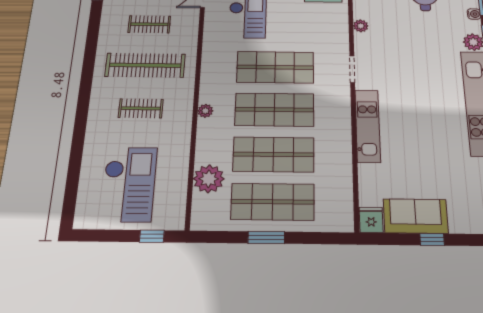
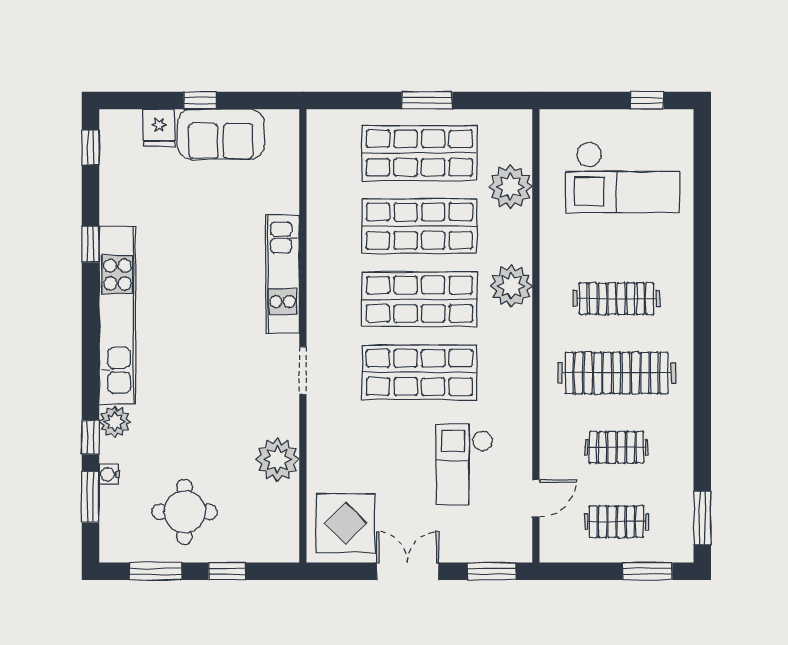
plant: (361, 26) -> (278, 460), width x1.87, depth x1.87
clothes rail: (141, 108) -> (617, 299), width x1.36
plant: (205, 111) -> (511, 286), width x1.88, depth x1.88
checkout: (129, 184) -> (622, 177), turned -90
fridge: (371, 220) -> (159, 128), moved
window: (152, 236) -> (647, 100), moved

